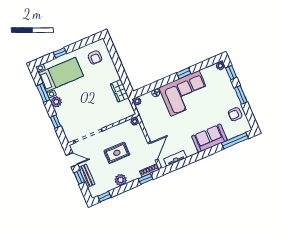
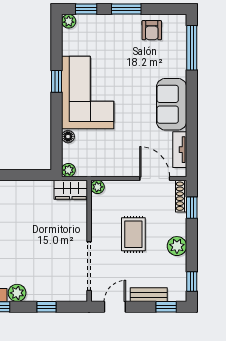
wardrobe: (120, 91) -> (71, 190), moved
sofa: (209, 138) -> (172, 104), moved
window: (79, 177) -> (166, 307), moved

